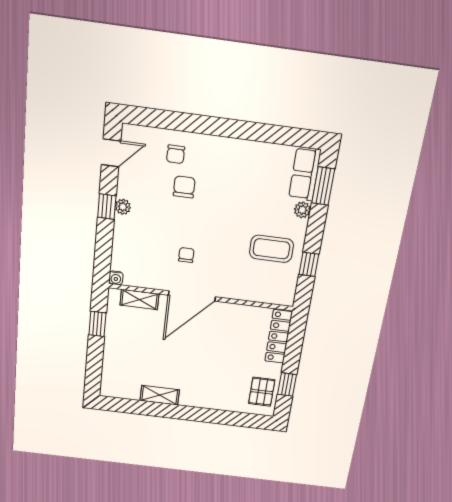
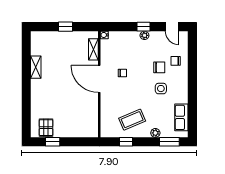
row of seats: (305, 174) -> (181, 117), moved, turned -90
side table: (223, 189) -> (161, 89), added
coffee table: (271, 249) -> (132, 120), turned 67
window: (97, 324) -> (65, 27), moved
locker: (279, 337) -> (82, 132), removed
pallet: (262, 392) -> (46, 128), turned 90

